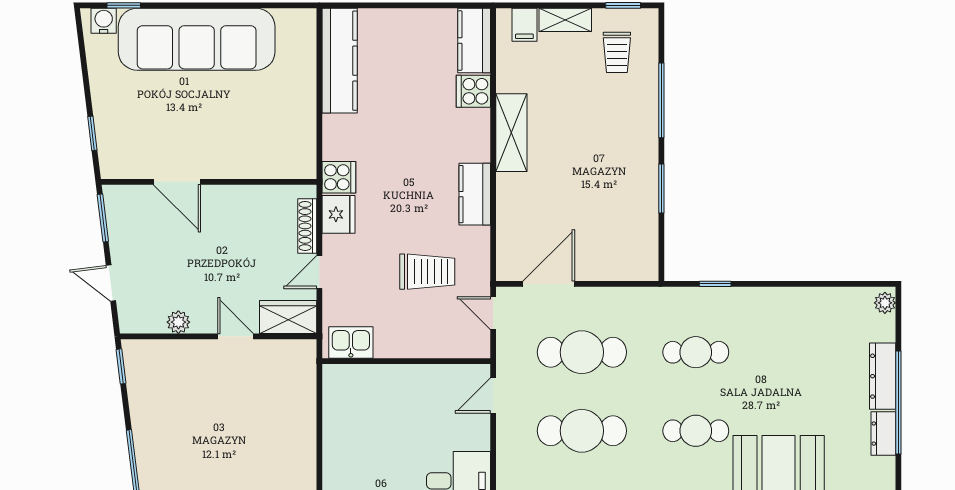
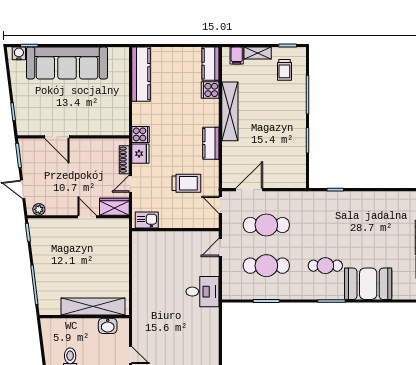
shelving: (511, 133) -> (230, 111), width x1.47
plant: (178, 322) -> (39, 209), moved
cafe table: (696, 352) -> (325, 225), removed

